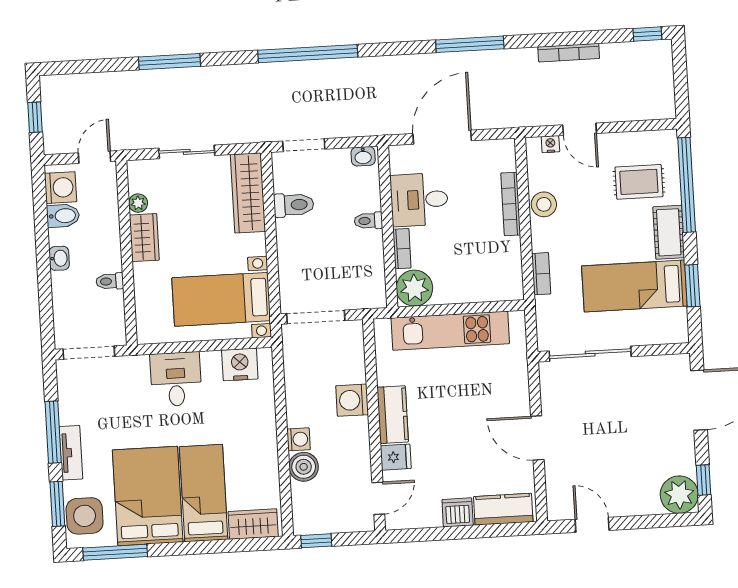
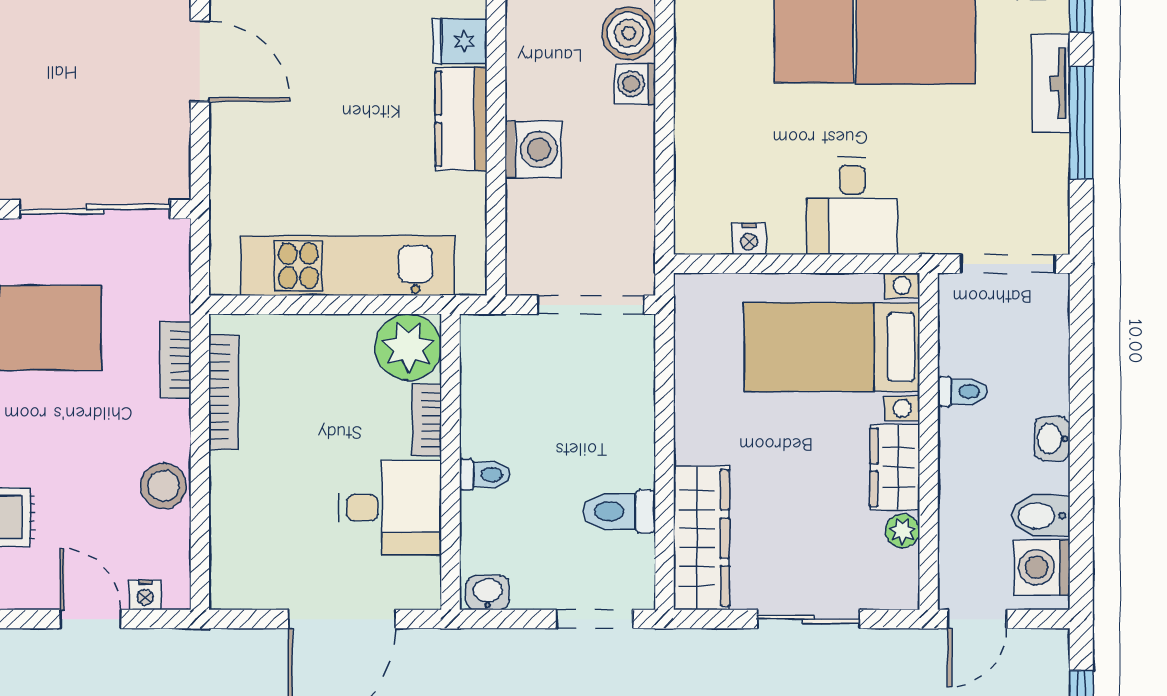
bookcase: (511, 204) -> (224, 392), moved
bed with nightstands: (221, 299) -> (832, 347), moved, turned 180
nightstand: (240, 364) -> (749, 239), width x0.53, depth x0.56

